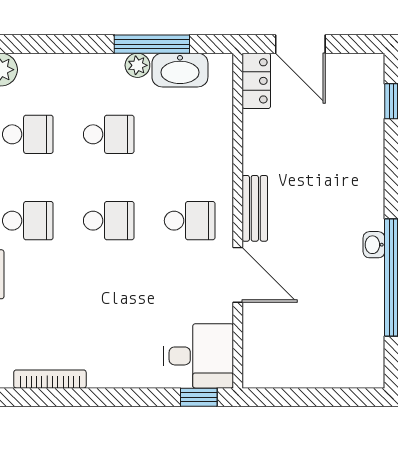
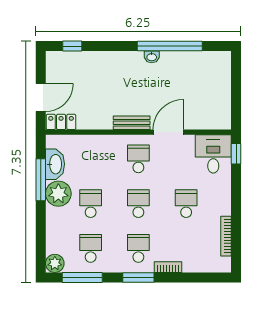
plant: (137, 65) -> (58, 194), width x1.87, depth x1.87
school desk: (109, 307) -> (186, 204), added

